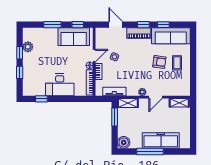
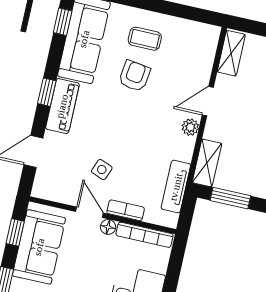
window: (163, 25) -> (63, 22), moved
door: (156, 97) -> (208, 101), swing flipped

